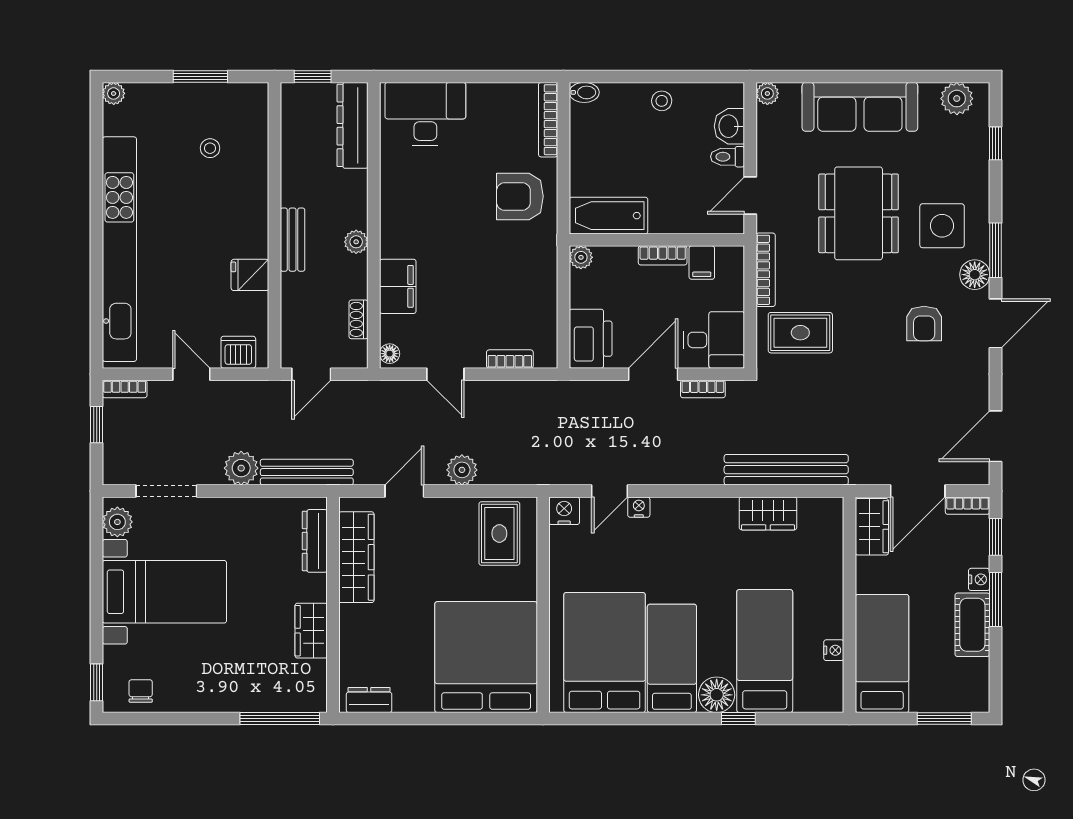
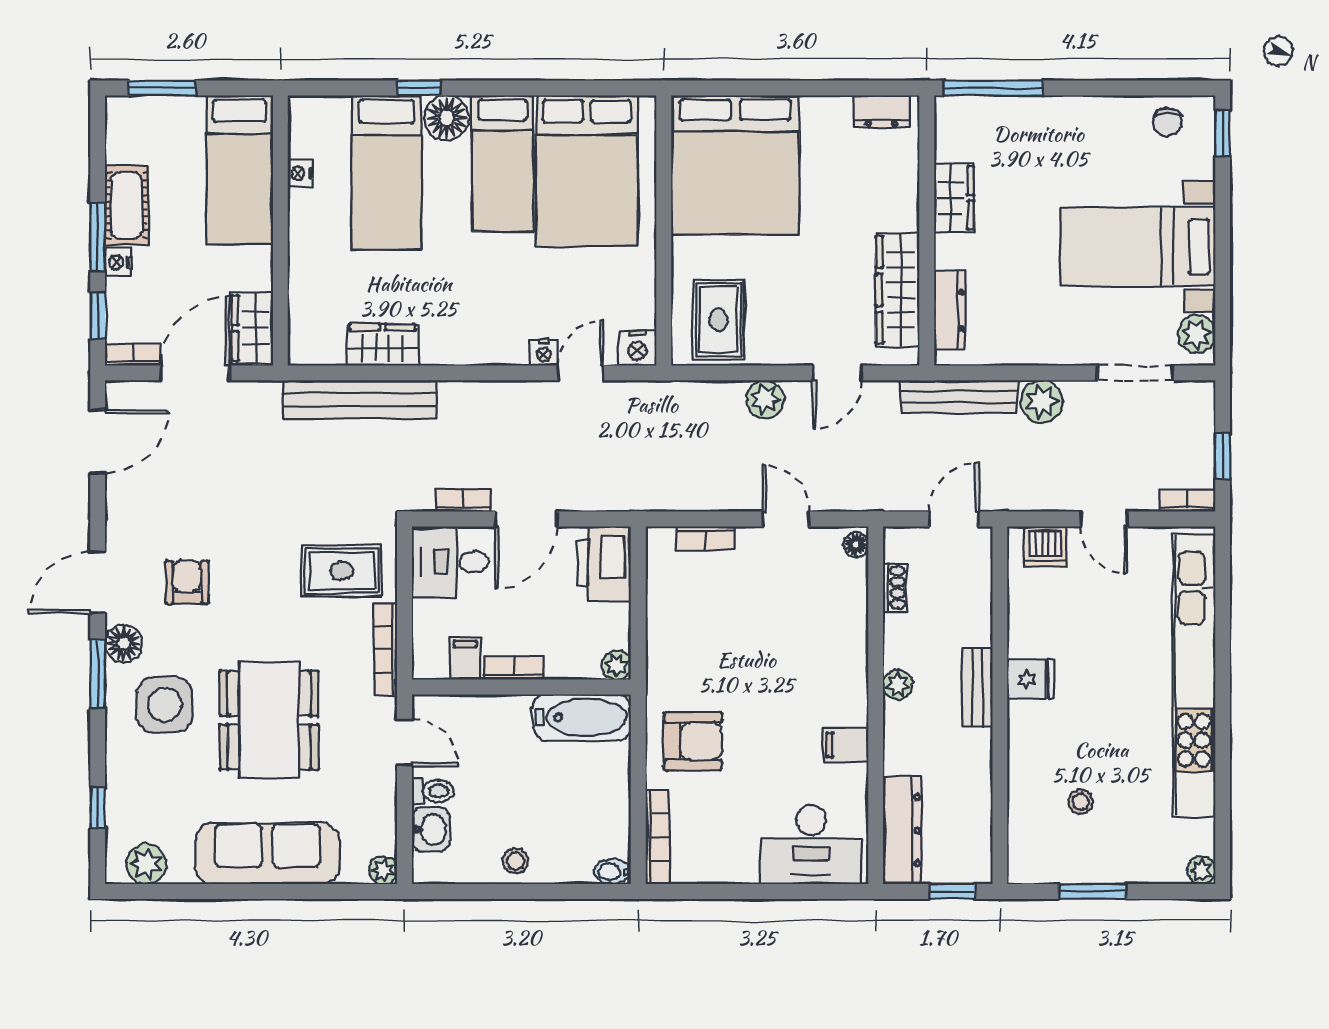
door: (750, 195) -> (404, 743), hinge flipped
fridge: (250, 275) -> (1031, 679), moved
filing cabinet: (398, 286) -> (846, 745), moved, width x0.50

